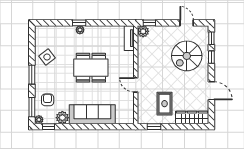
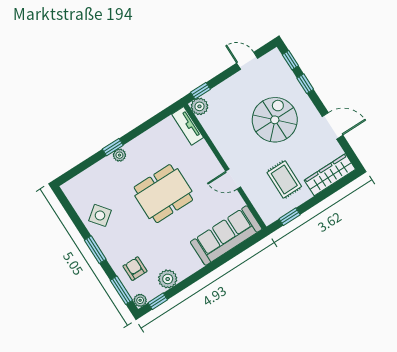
spiral stairs: (187, 56) -> (275, 120), moved, turned 180
sofa: (92, 114) -> (226, 235), moved

